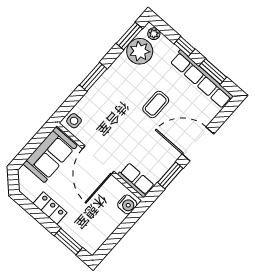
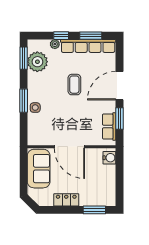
plant: (154, 34) -> (55, 44), moved
side table: (74, 121) -> (35, 108), moved
row of seats: (136, 180) -> (109, 126), moved, turned -90

